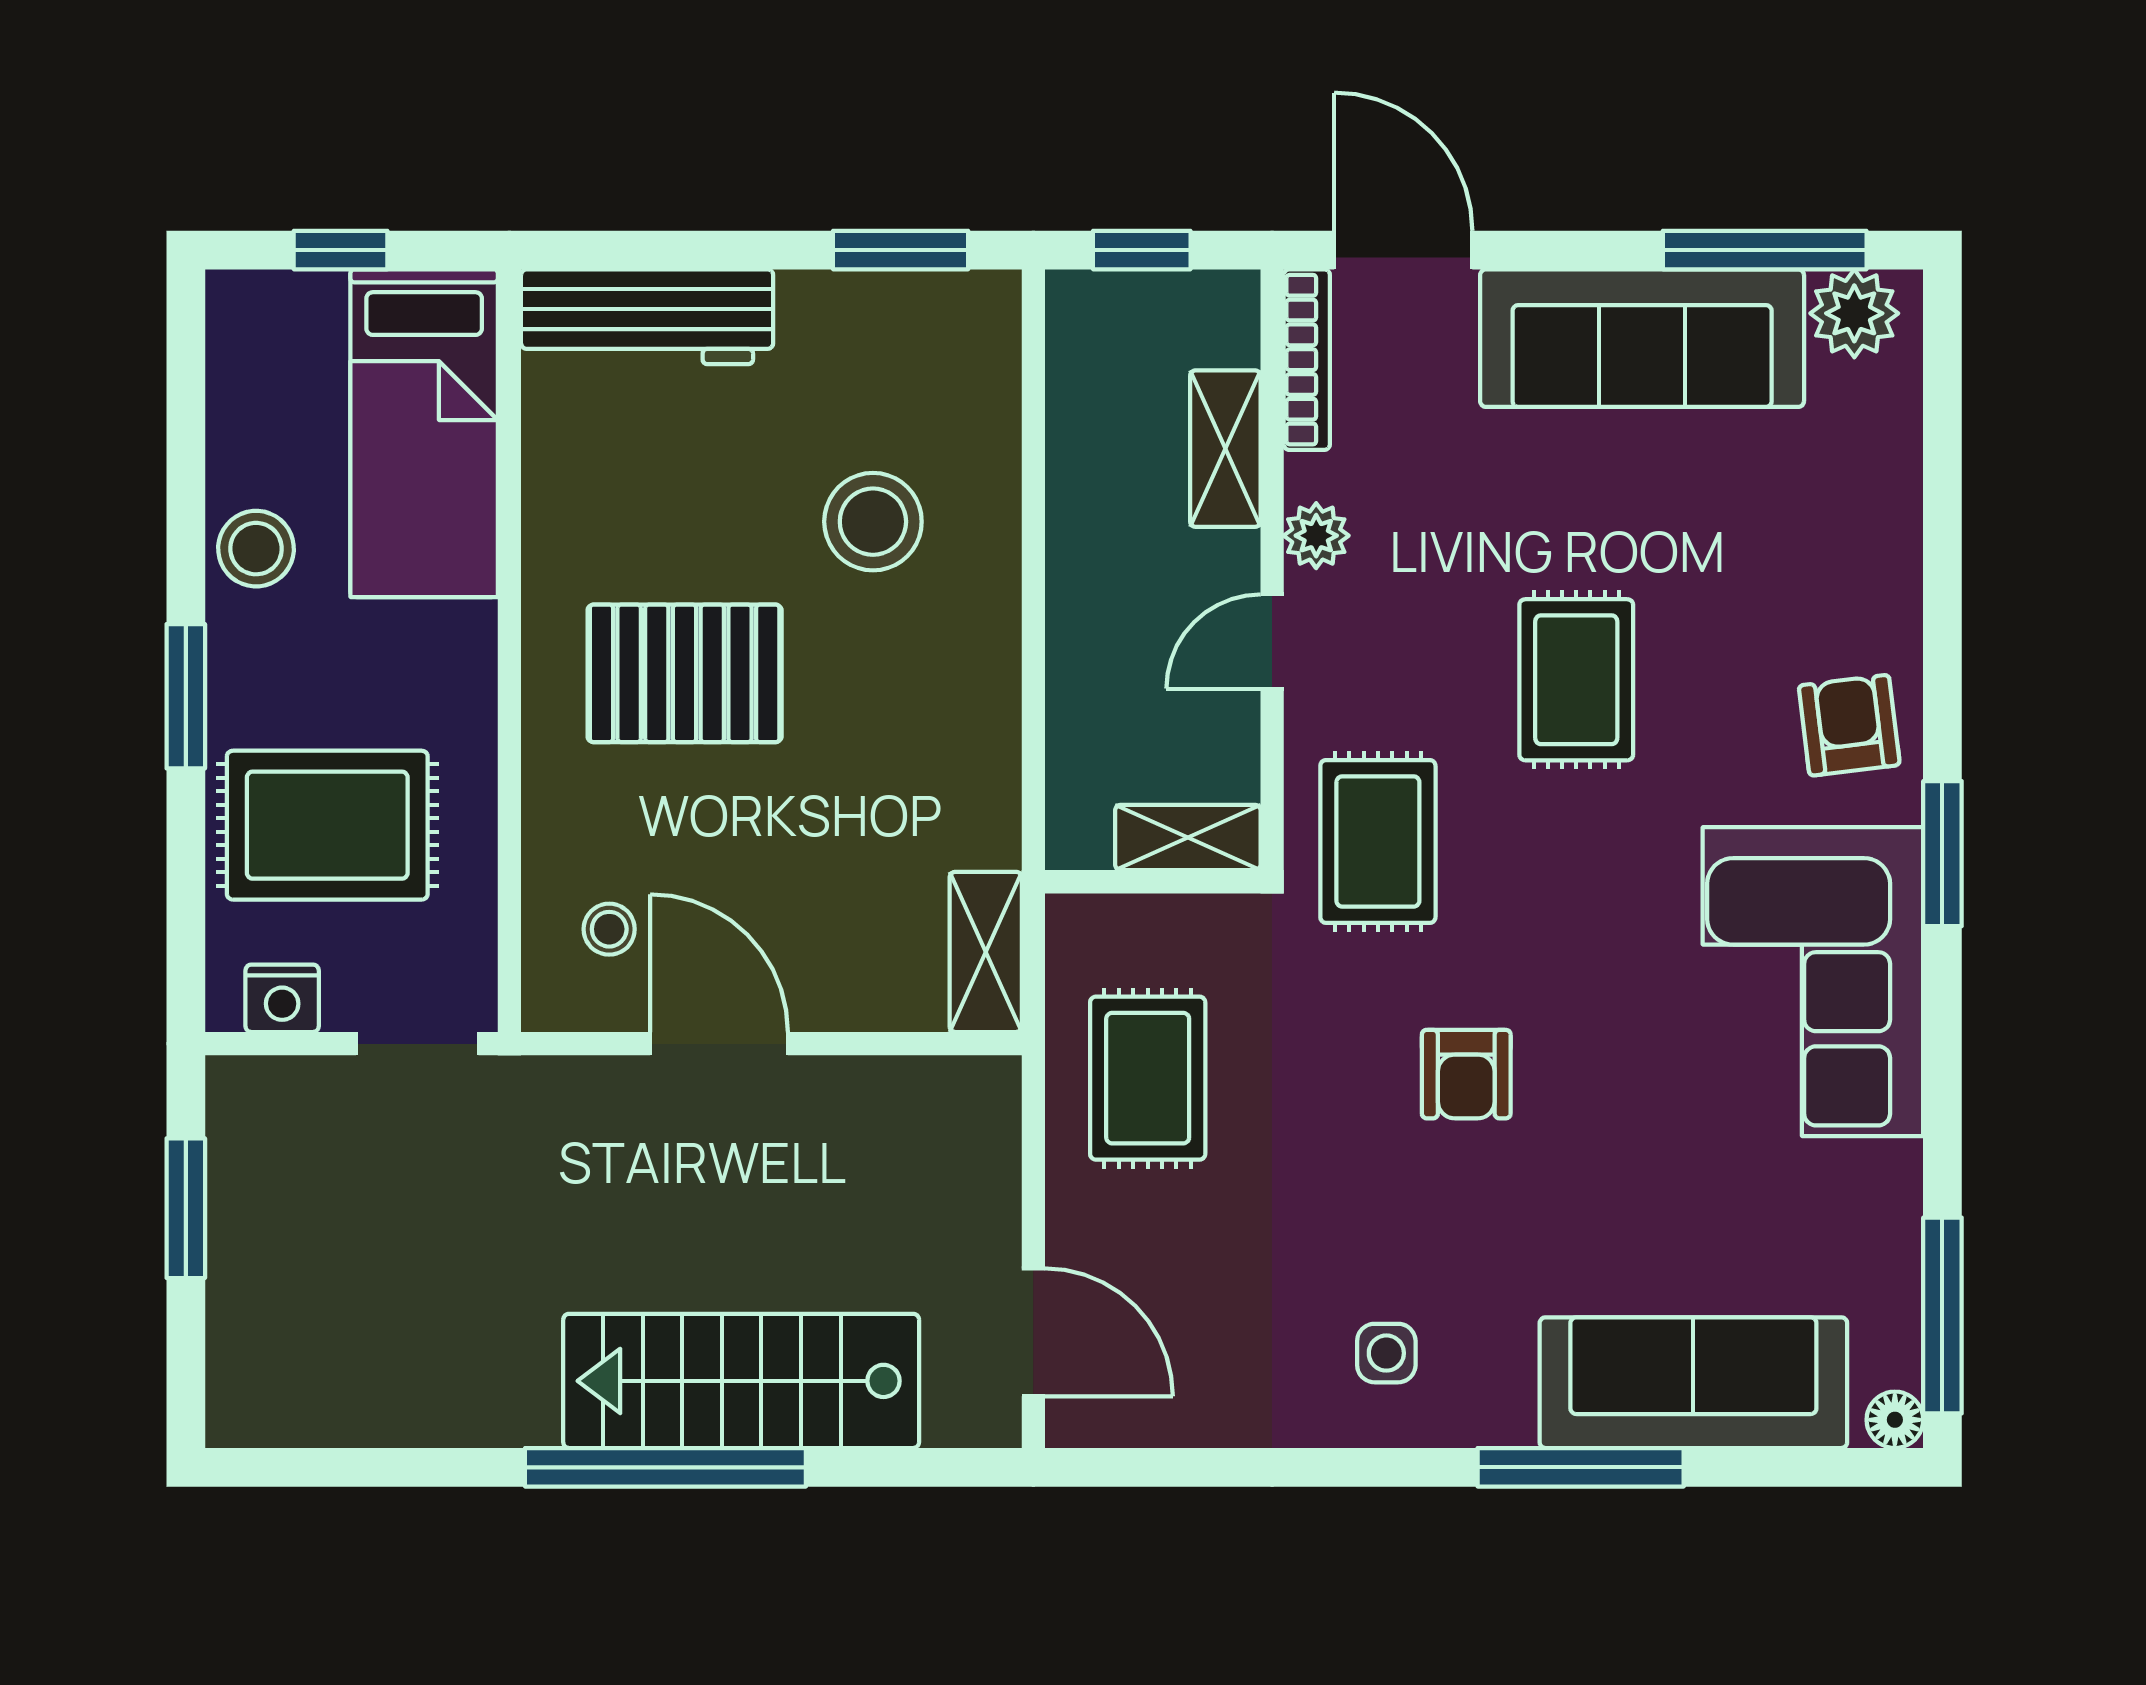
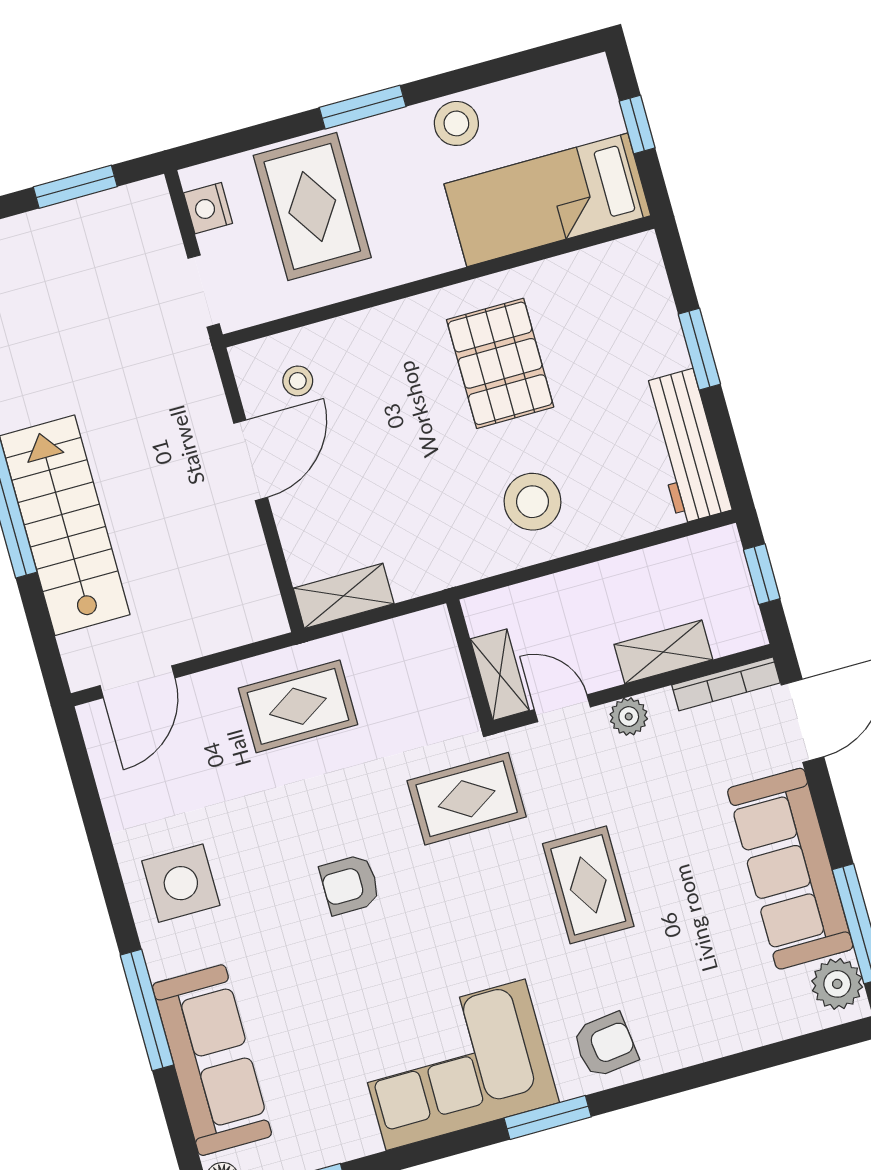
window: (901, 250) -> (699, 349), moved
workbench: (647, 317) -> (686, 446), moved
stool: (873, 522) -> (532, 502), moved
pallet: (685, 673) -> (500, 363), moved
rug: (1576, 680) -> (588, 885), turned 90
shelving: (1188, 837) -> (500, 675), moved
wall: (1153, 882) -> (469, 662), moved
side table: (1386, 1353) -> (181, 883), width x1.87, depth x1.87

